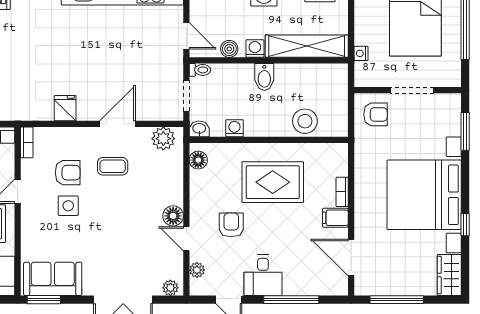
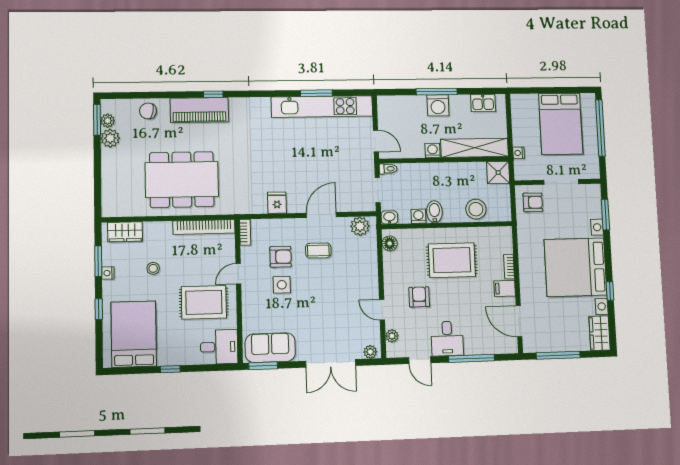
boiler: (229, 49) -> (412, 151), removed
bidet: (264, 77) -> (434, 212), moved, turned 180
shower: (334, 77) -> (498, 172), added
floor lamp: (173, 216) -> (370, 291), removed

